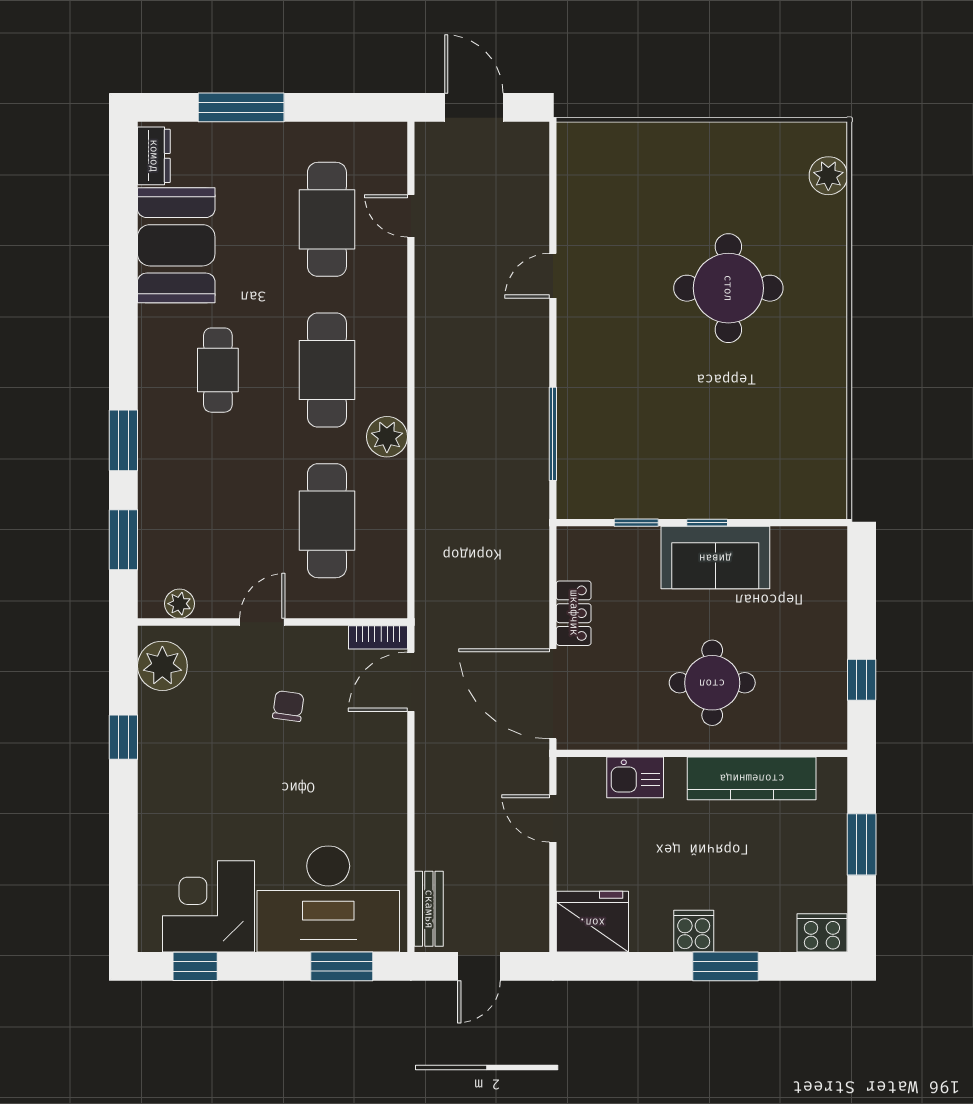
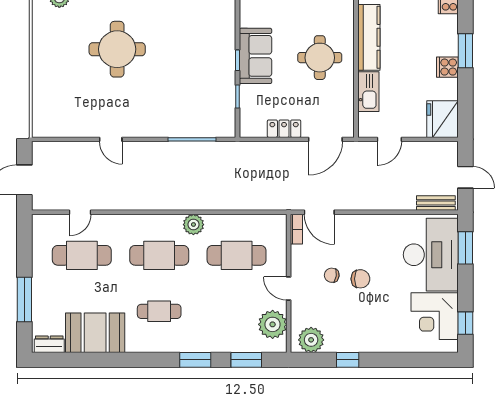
plant: (180, 604) -> (273, 324), width x1.87, depth x1.87
door: (553, 694) -> (325, 139), width x0.73
chair: (281, 762) -> (360, 279), added
kitchen sink: (635, 777) -> (368, 92), width x1.38

